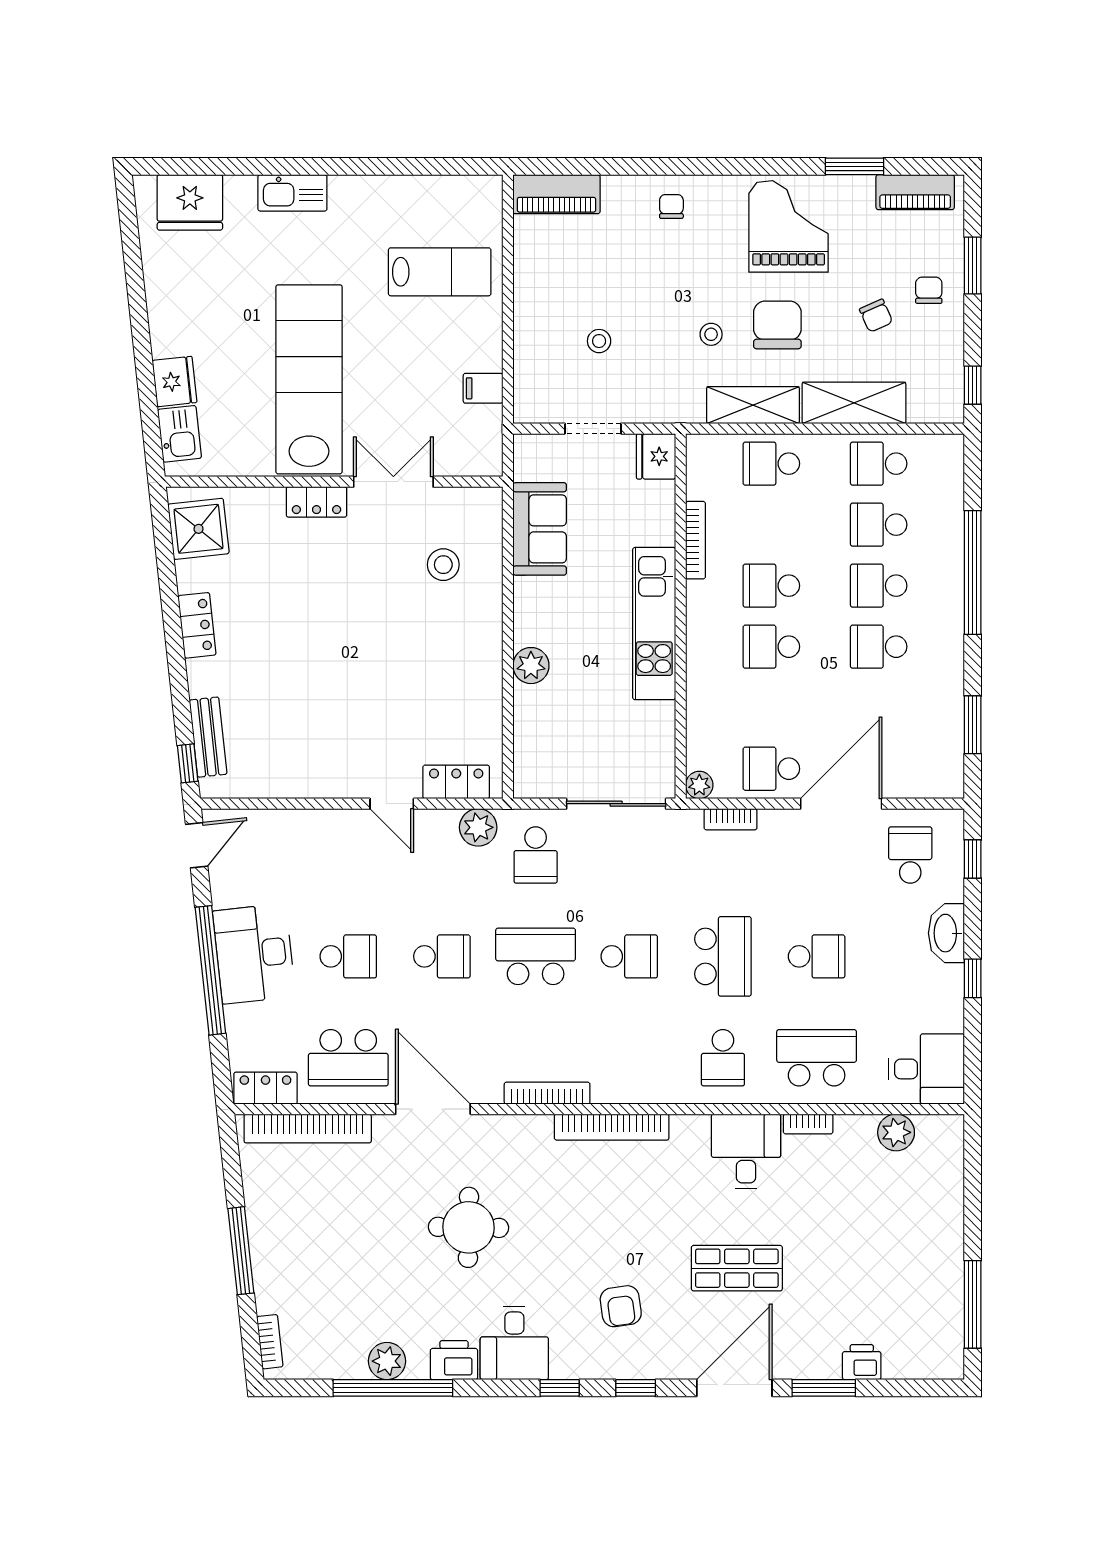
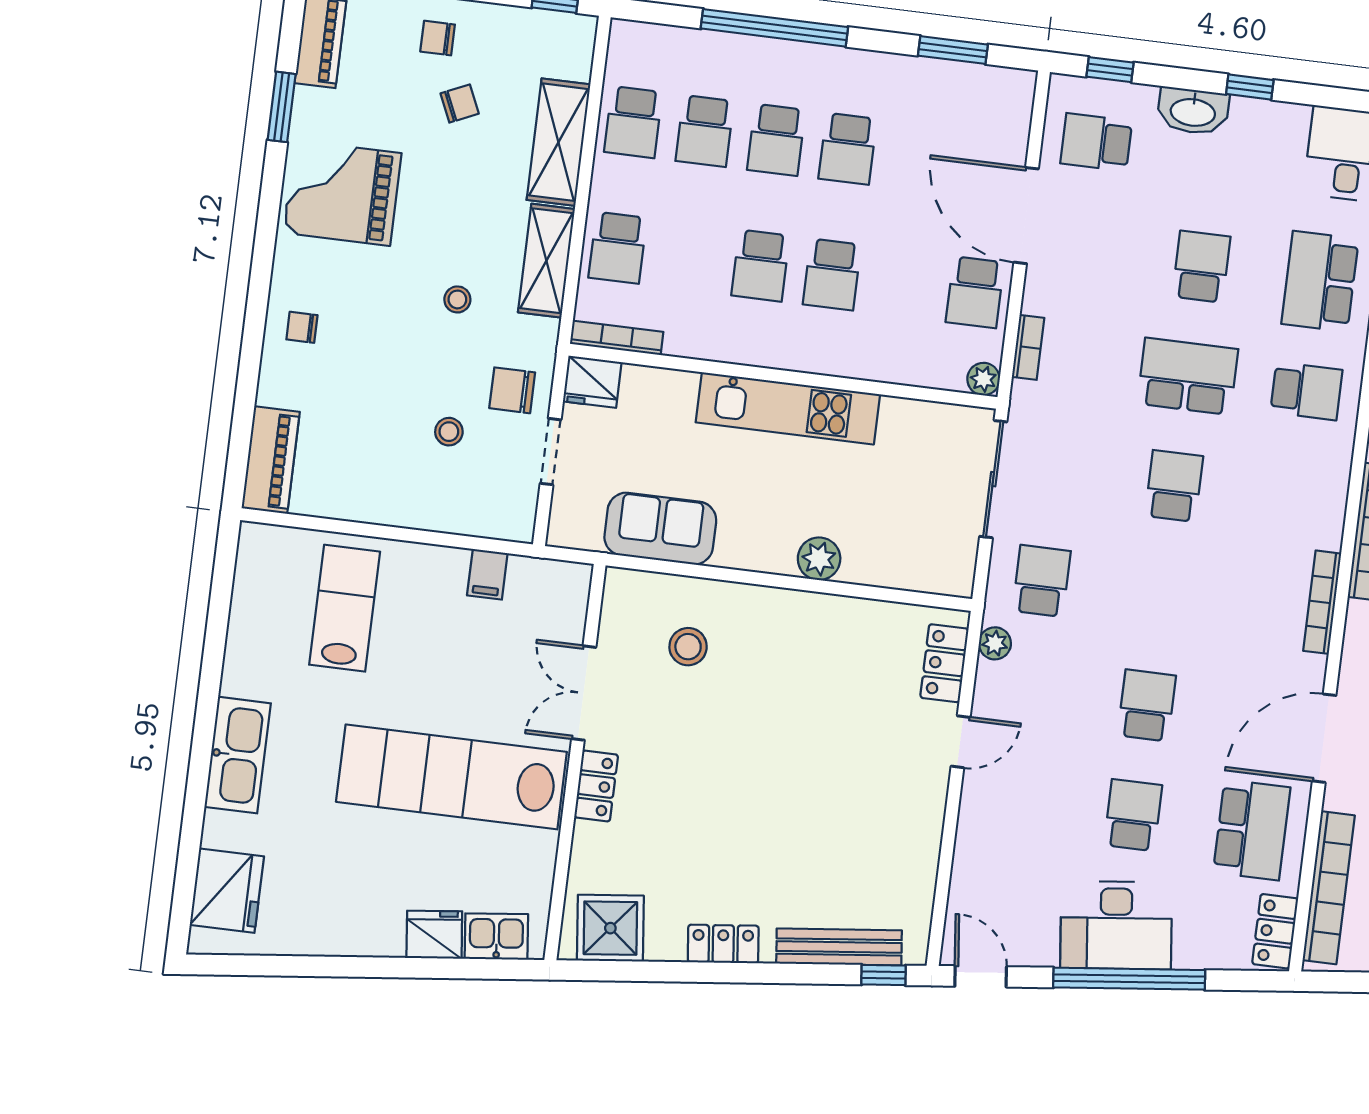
kitchen sink: (292, 193) -> (238, 755), width x1.36, depth x1.24
chair: (777, 325) -> (512, 390), moved, width x0.73, depth x0.73
bookcase: (695, 540) -> (617, 338), moved
bench: (208, 737) -> (839, 947), width x1.36
plant: (478, 827) -> (995, 643), width x0.73, depth x0.73
school desk: (536, 855) -> (1042, 581), turned -90
school desk: (536, 956) -> (1160, 596), removed

